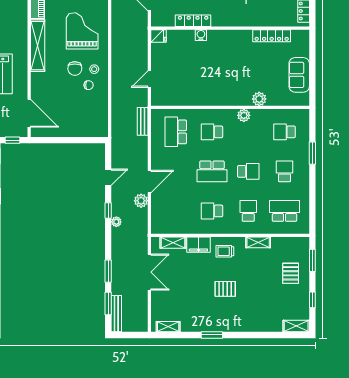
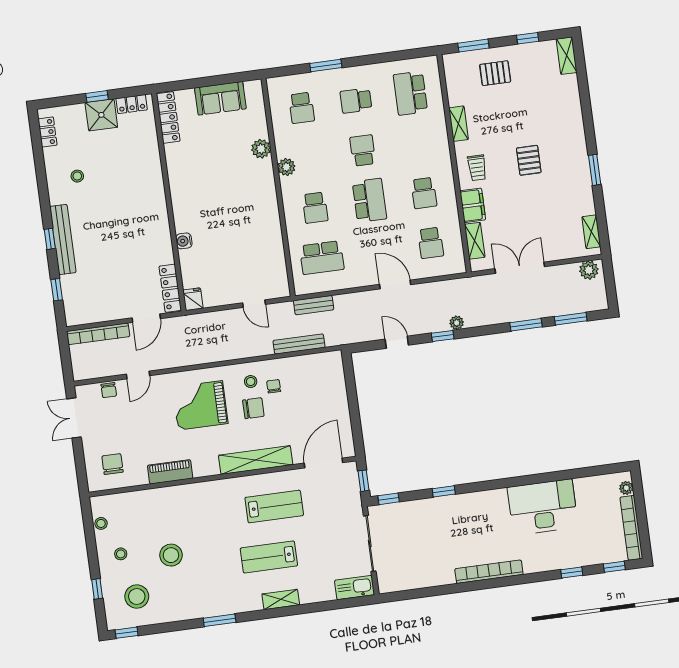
locker: (193, 21) -> (170, 288), moved
locker: (272, 36) -> (168, 117), moved
shelving: (38, 46) -> (256, 460), moved
plant: (141, 201) -> (589, 270), moved
school desk: (248, 211) -> (431, 243), moved, turned -90
bench: (116, 314) -> (299, 344), moved

